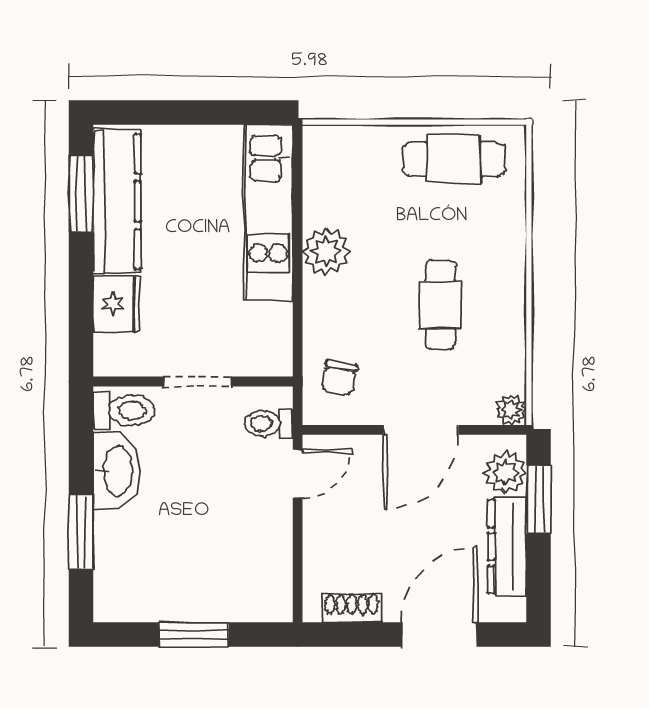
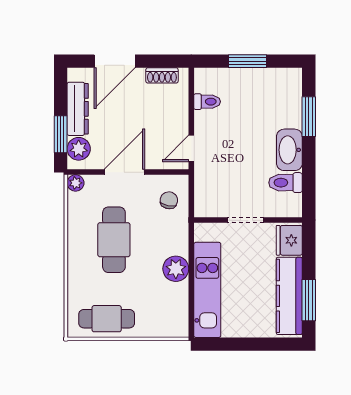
cafe table: (440, 305) -> (114, 240), width x1.37, depth x1.35
wall: (193, 382) -> (248, 220), moved
doorway: (197, 382) -> (246, 220), moved
toilet: (268, 424) -> (207, 102), moved

